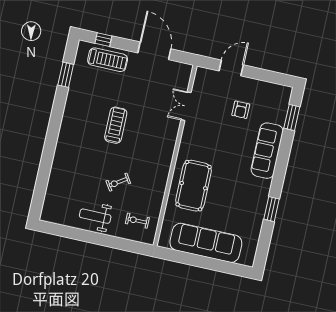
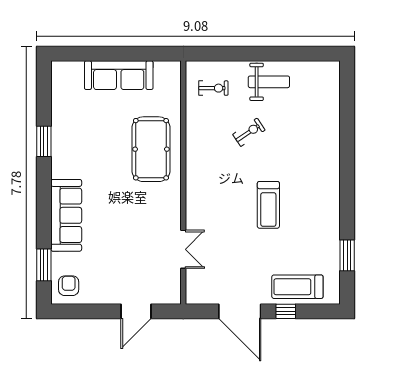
window: (103, 40) -> (286, 311), moved
armchair: (241, 110) -> (69, 286), moved
sofa: (206, 243) -> (119, 75), width x0.74, depth x0.79

